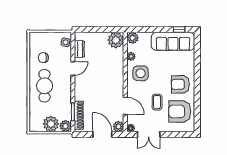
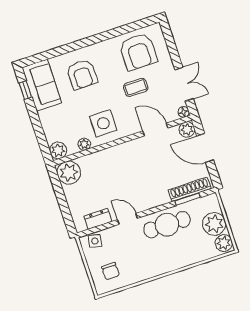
sofa: (173, 41) -> (42, 85), width x0.73
chair: (43, 58) -> (110, 271), moved
armchair: (180, 84) -> (82, 74), moved
cafe table: (45, 86) -> (167, 225), moved
door: (125, 106) -> (155, 129), hinge flipped
plant: (65, 126) -> (224, 243), moved
door: (102, 134) -> (205, 148), hinge flipped

